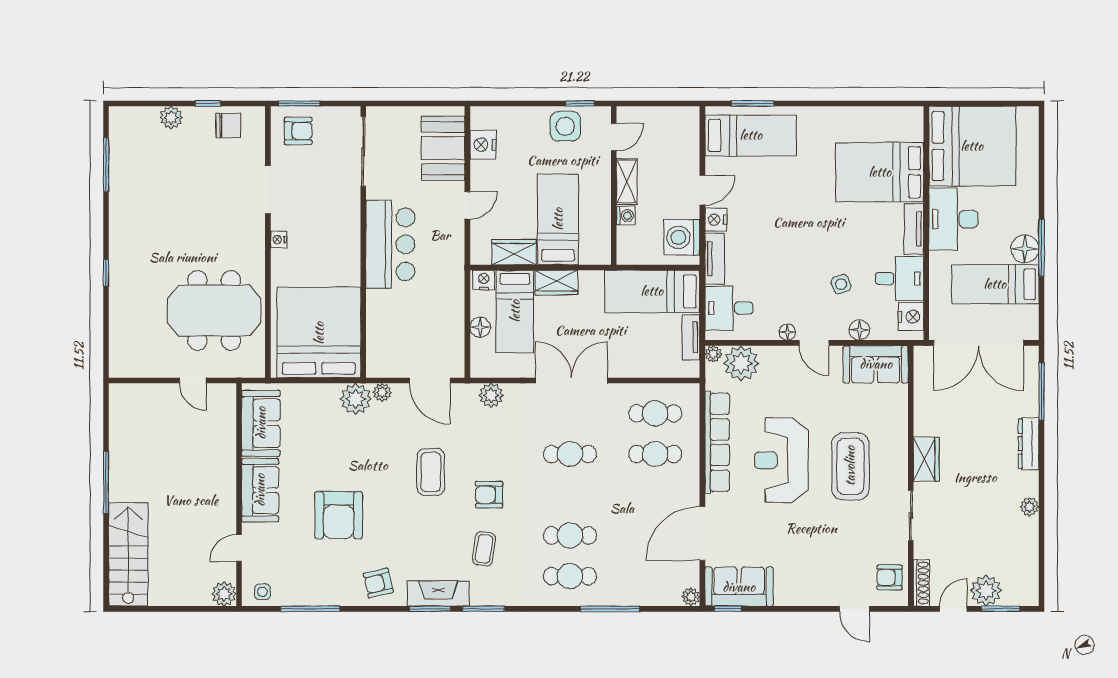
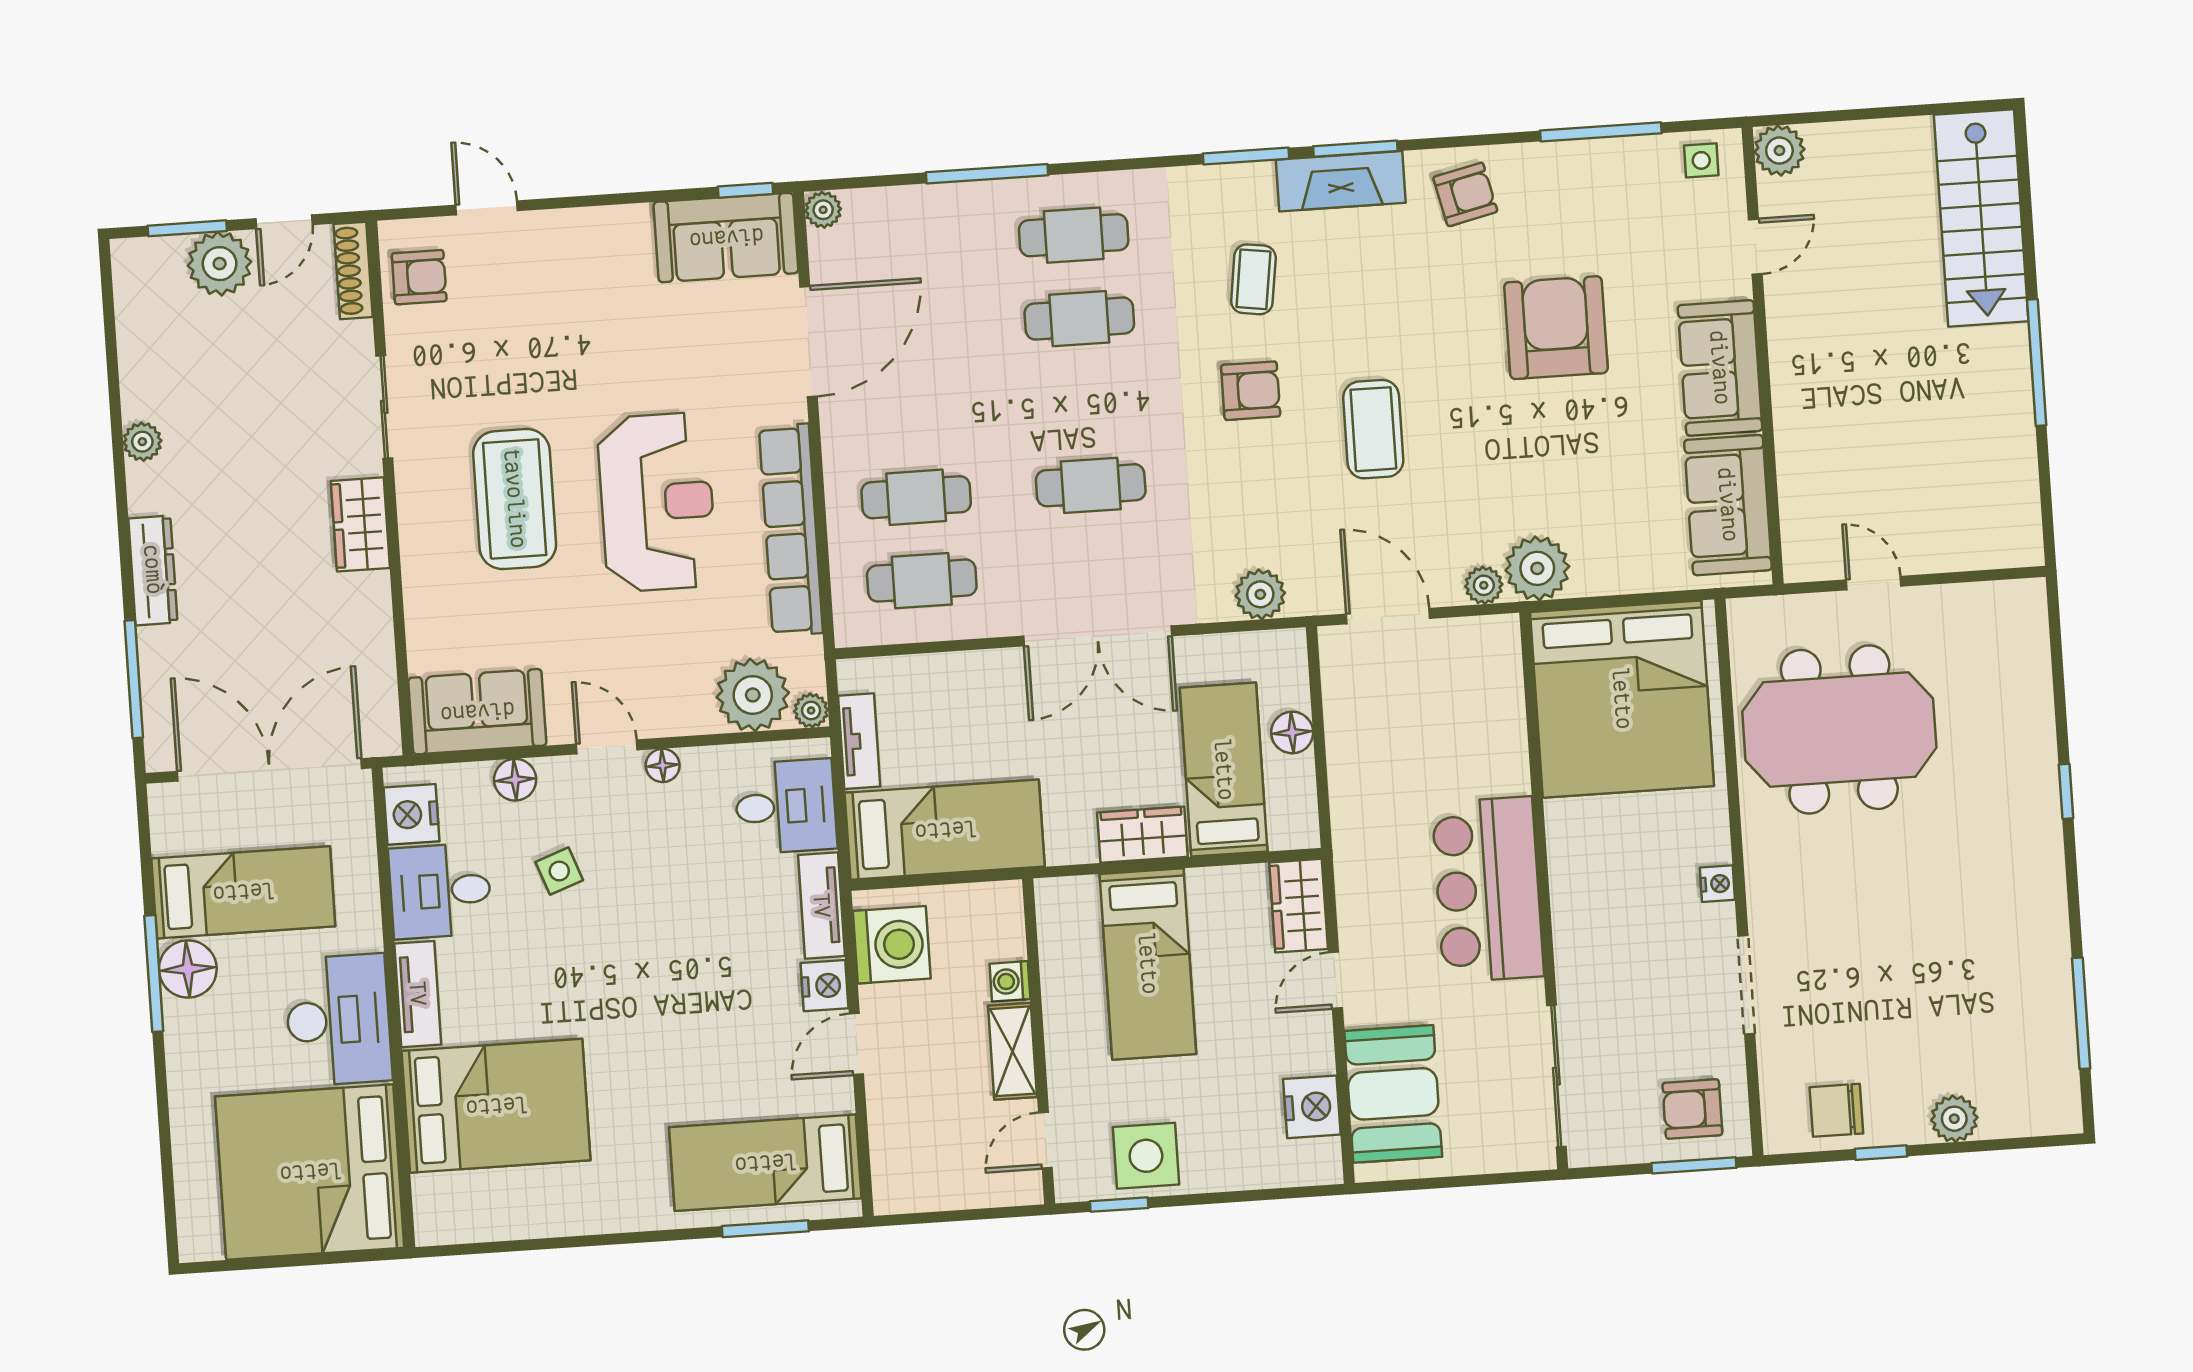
wardrobe: (514, 252) -> (1299, 906), moved, turned 90
nightstand: (484, 280) -> (1292, 830), removed

